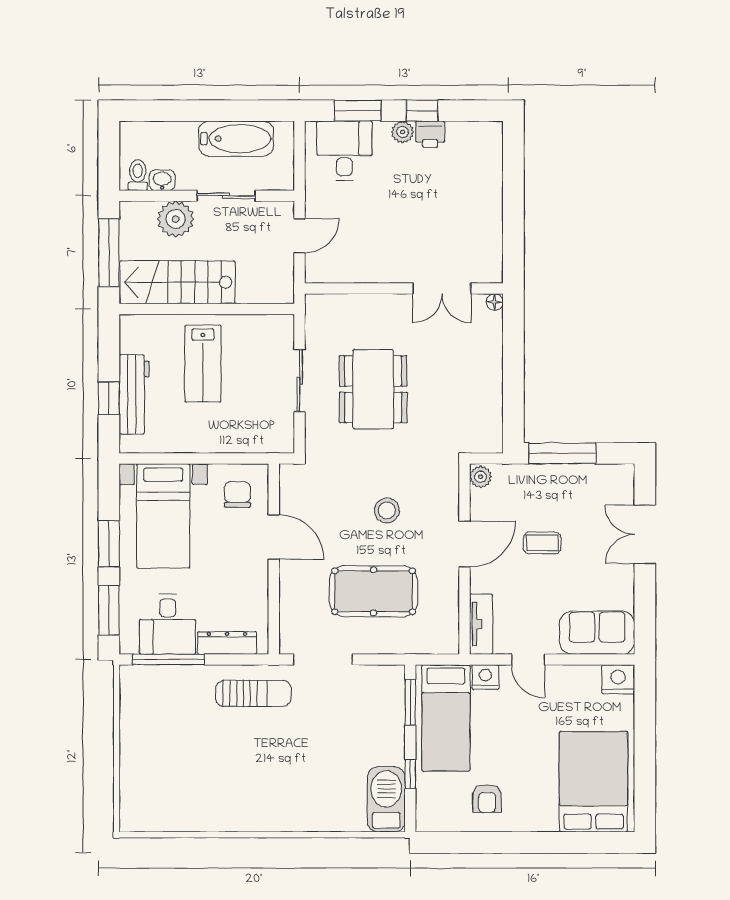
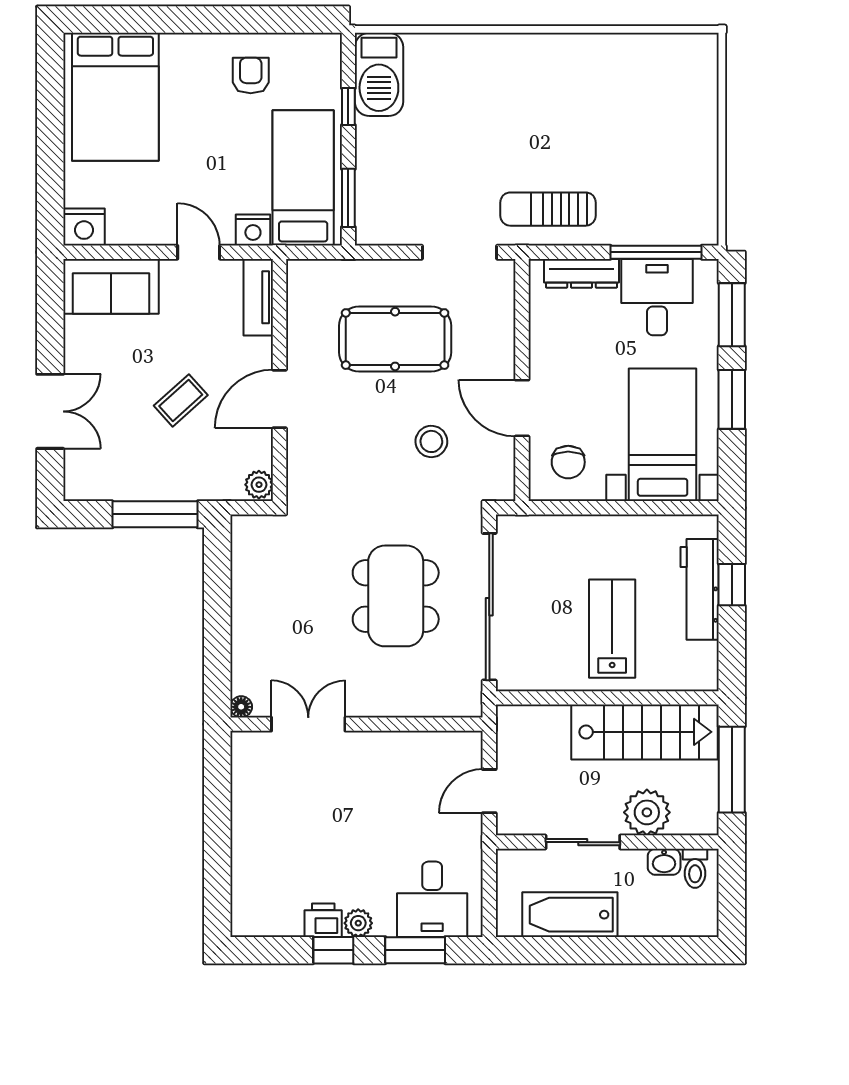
sliding door: (300, 381) -> (489, 607), width x1.86
stool: (387, 510) -> (431, 441), moved
coffee table: (542, 543) -> (181, 400), turned -42

